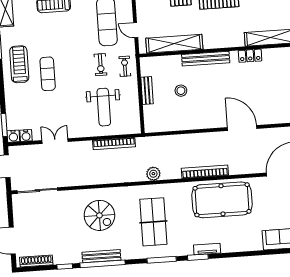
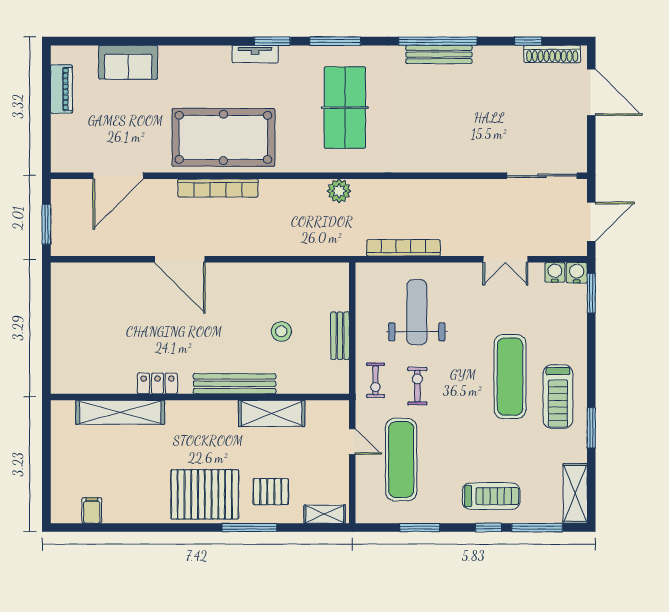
shelving: (174, 44) -> (272, 413), width x0.68
exercise mat: (48, 74) -> (510, 377), width x1.36, depth x1.45
bookcase: (205, 172) -> (218, 188), moved
spiral stairs: (99, 215) -> (437, 125), removed
window: (65, 266) -> (528, 41), moved

